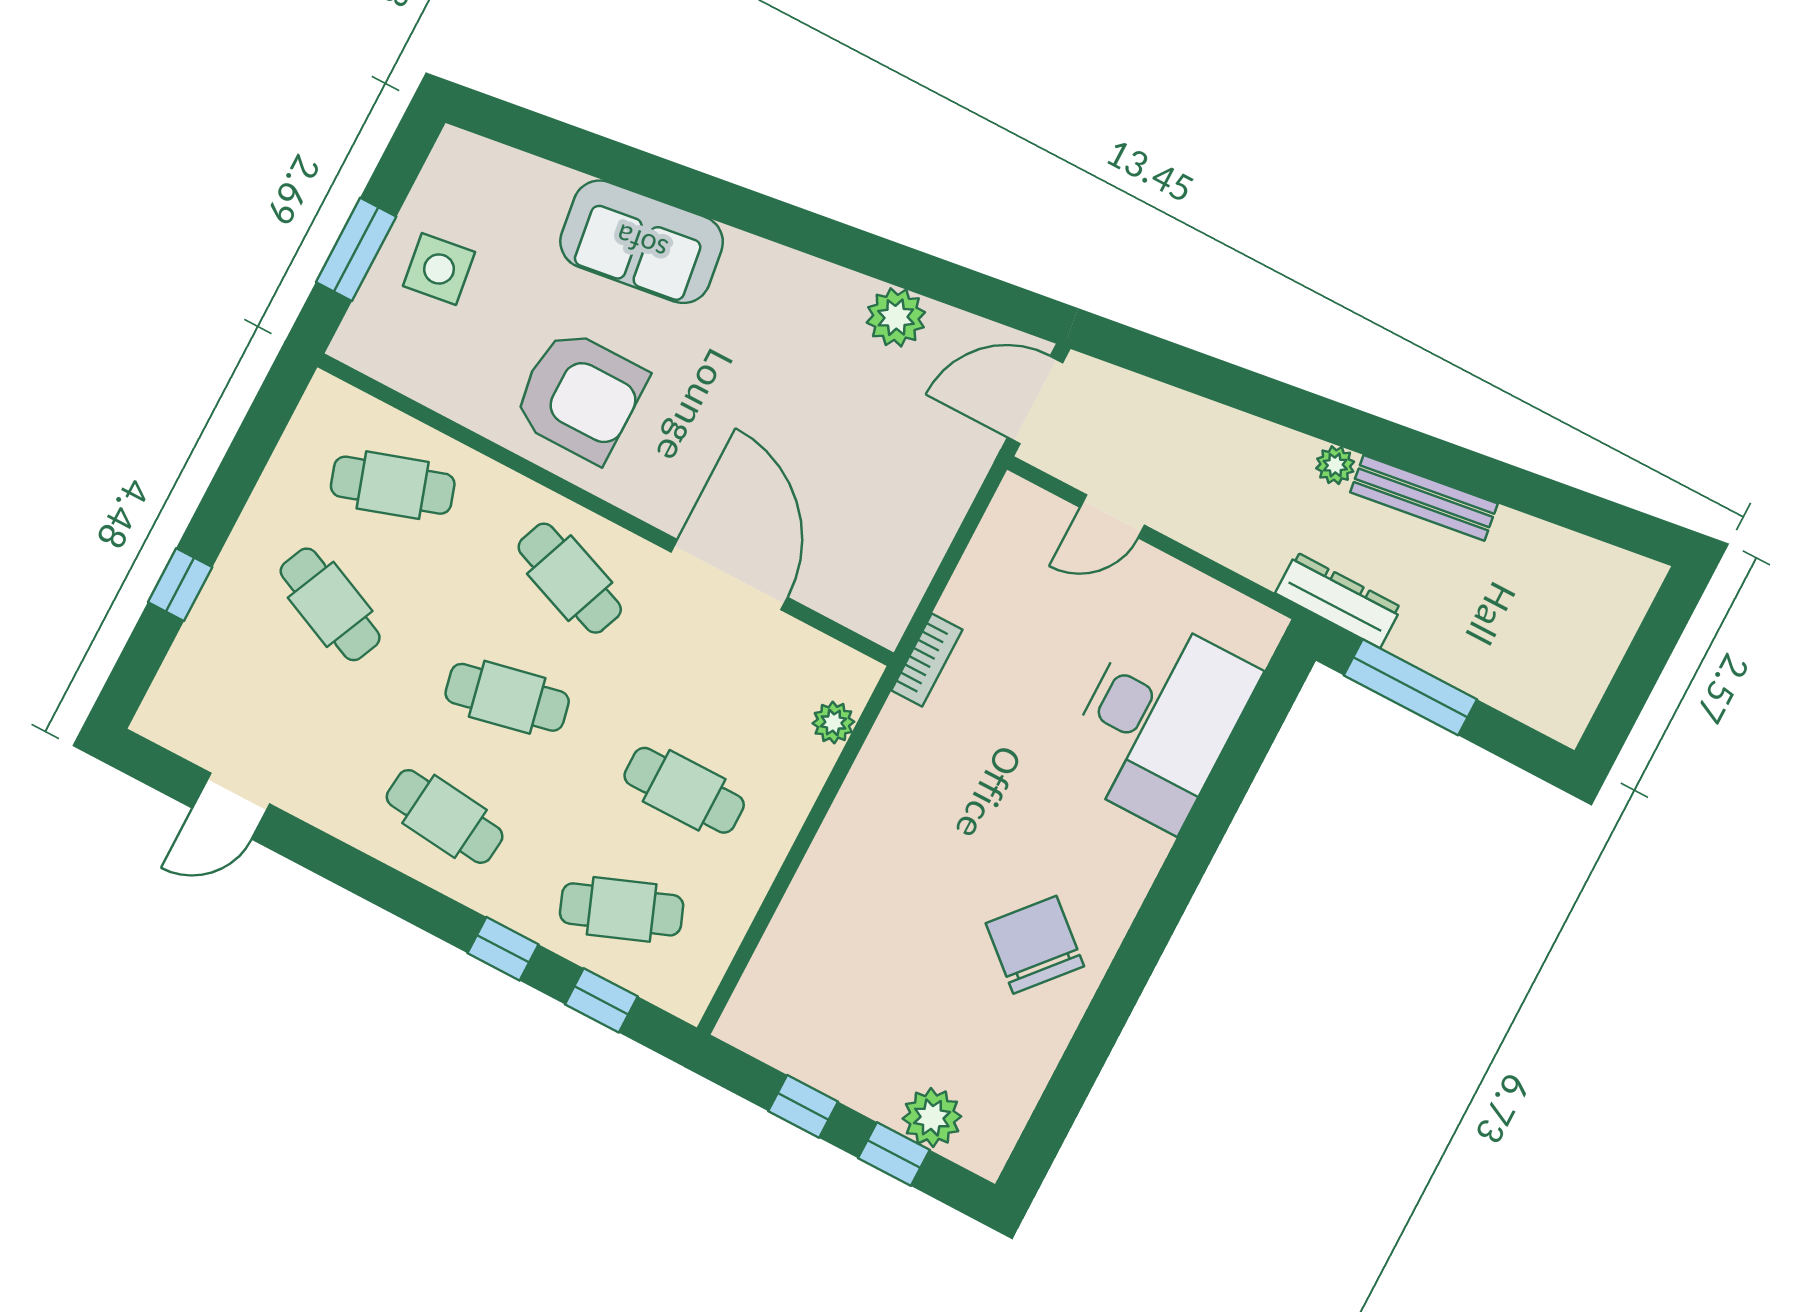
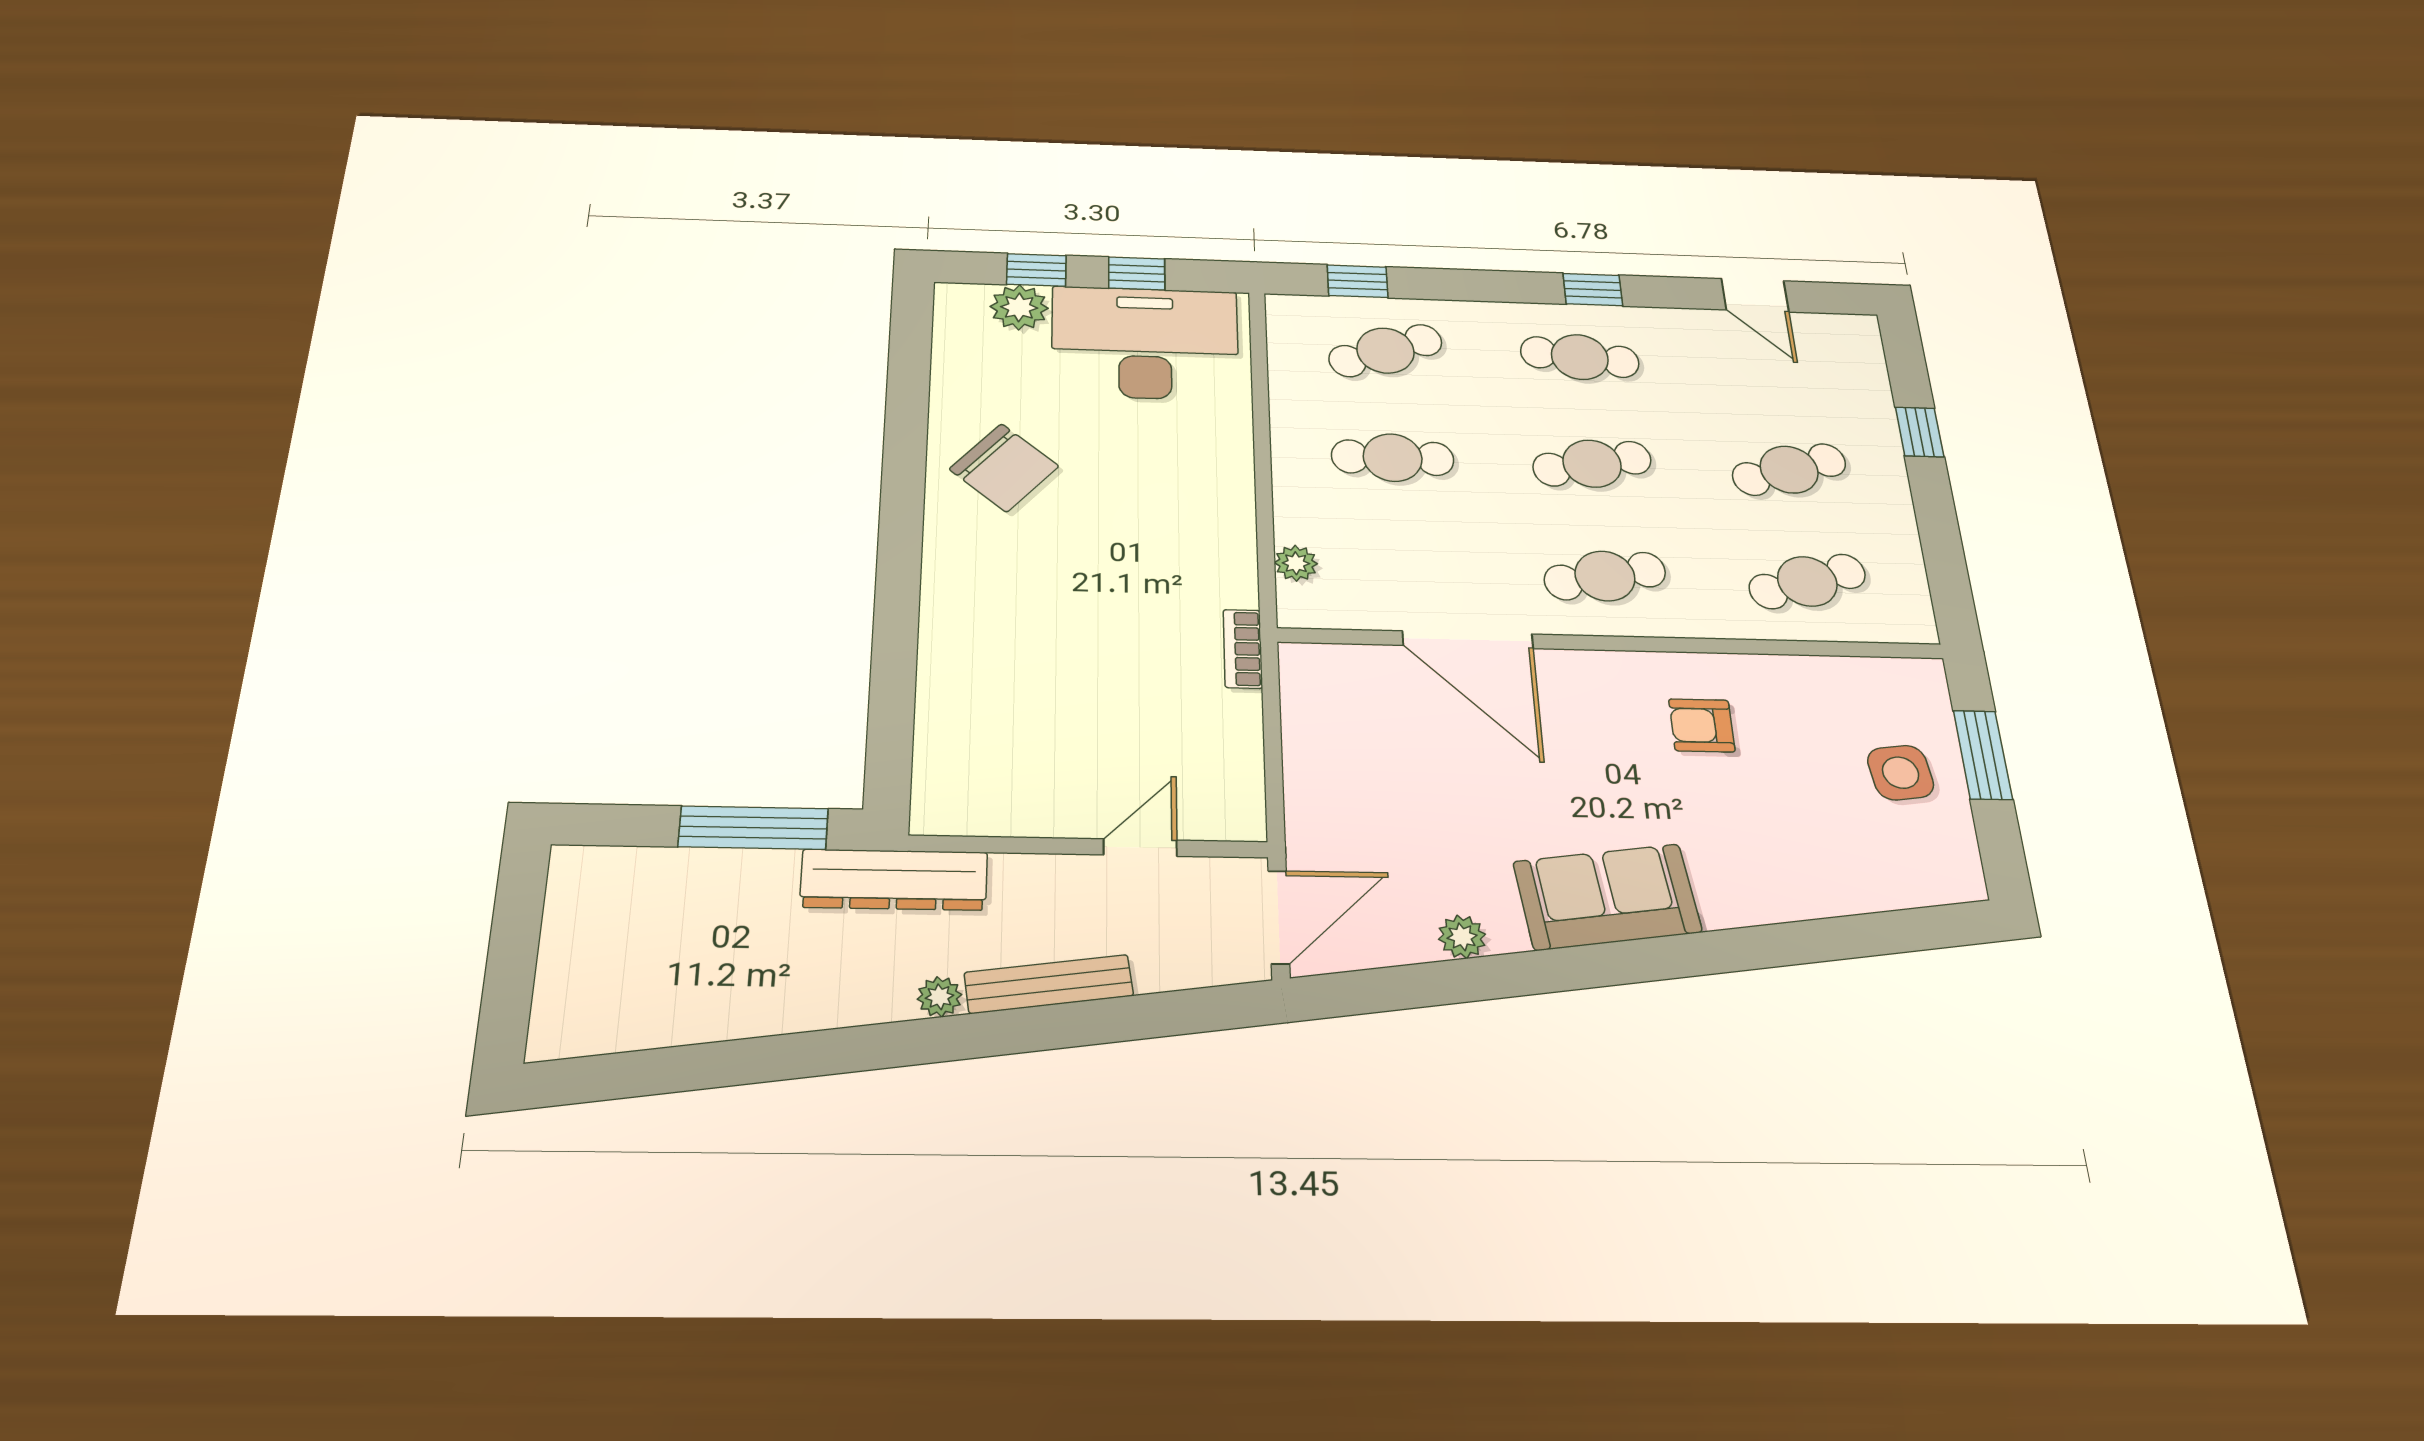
sofa: (642, 242) -> (1607, 897), moved
plant: (896, 317) -> (1462, 937), width x0.73, depth x0.73
armchair: (580, 396) -> (1702, 725), width x0.53, depth x0.53
bench: (1424, 498) -> (1049, 984), moved
cafe table: (570, 578) -> (1605, 576), turned -33
dresser: (1338, 600) -> (894, 880), width x1.37, depth x1.24
cafe table: (330, 604) -> (1789, 470), turned -42
desk: (1159, 721) -> (1145, 343), moved, turned 90
door: (231, 806) -> (1755, 295), swing flipped
window: (503, 949) -> (1593, 290), moved

